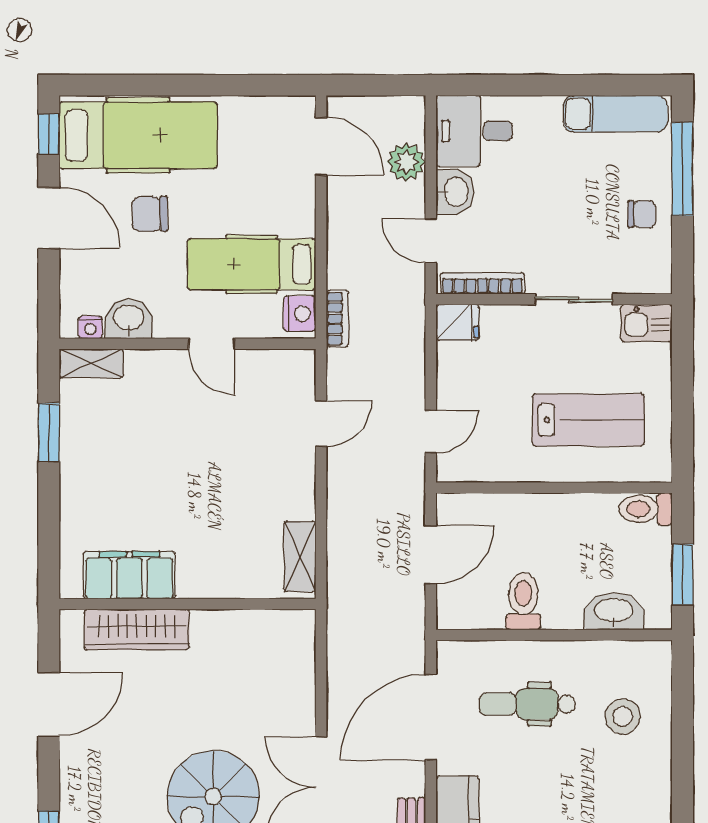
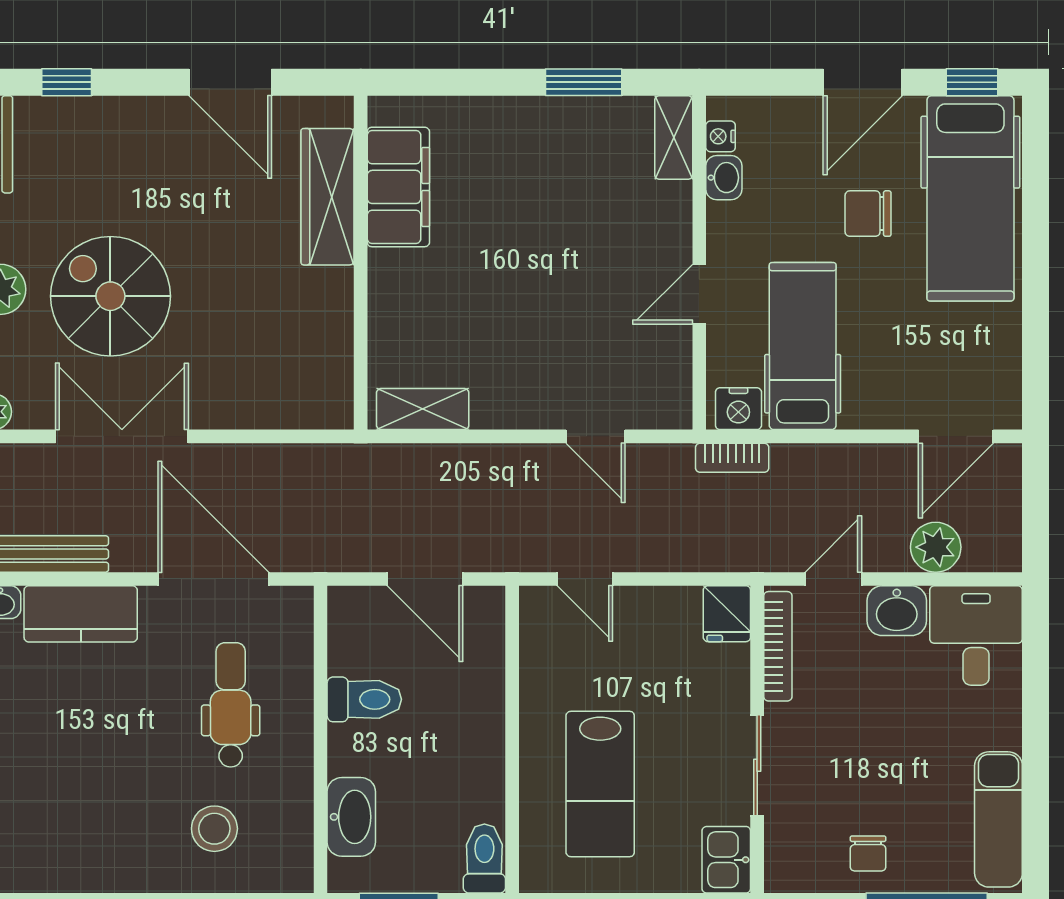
chair: (150, 214) -> (868, 214), turned -89
washbasin: (129, 319) -> (724, 178), width x0.72, depth x0.69

